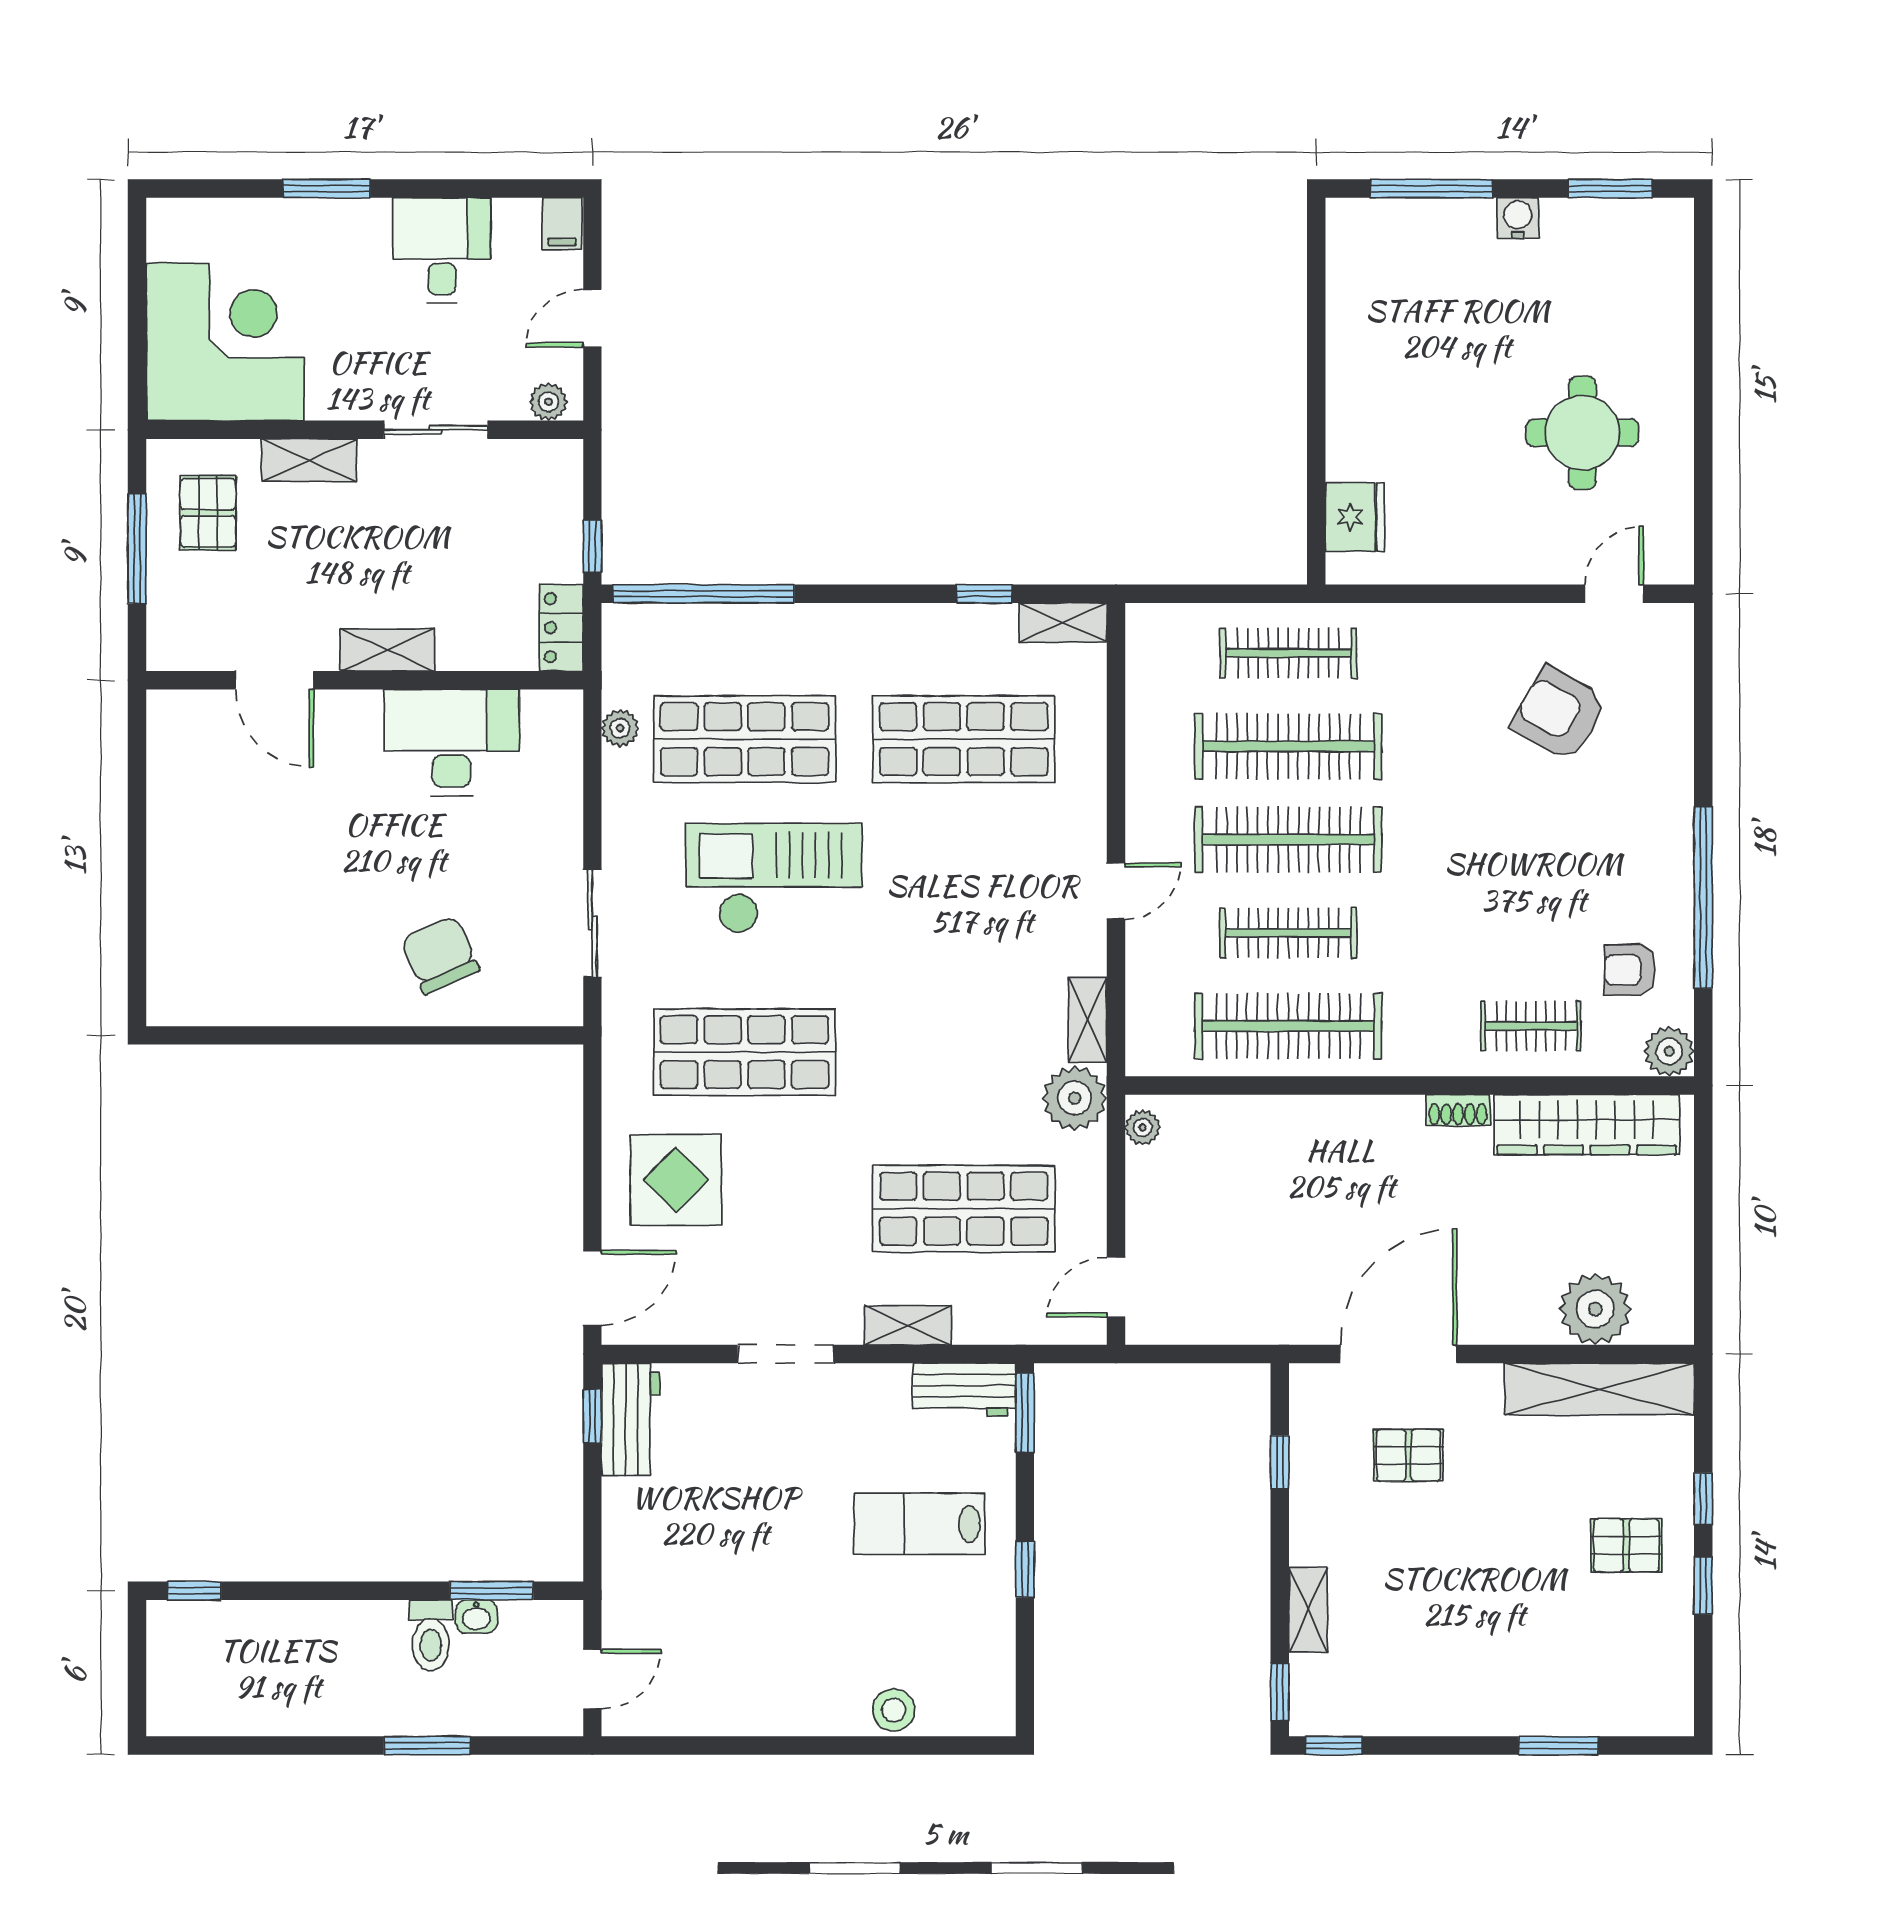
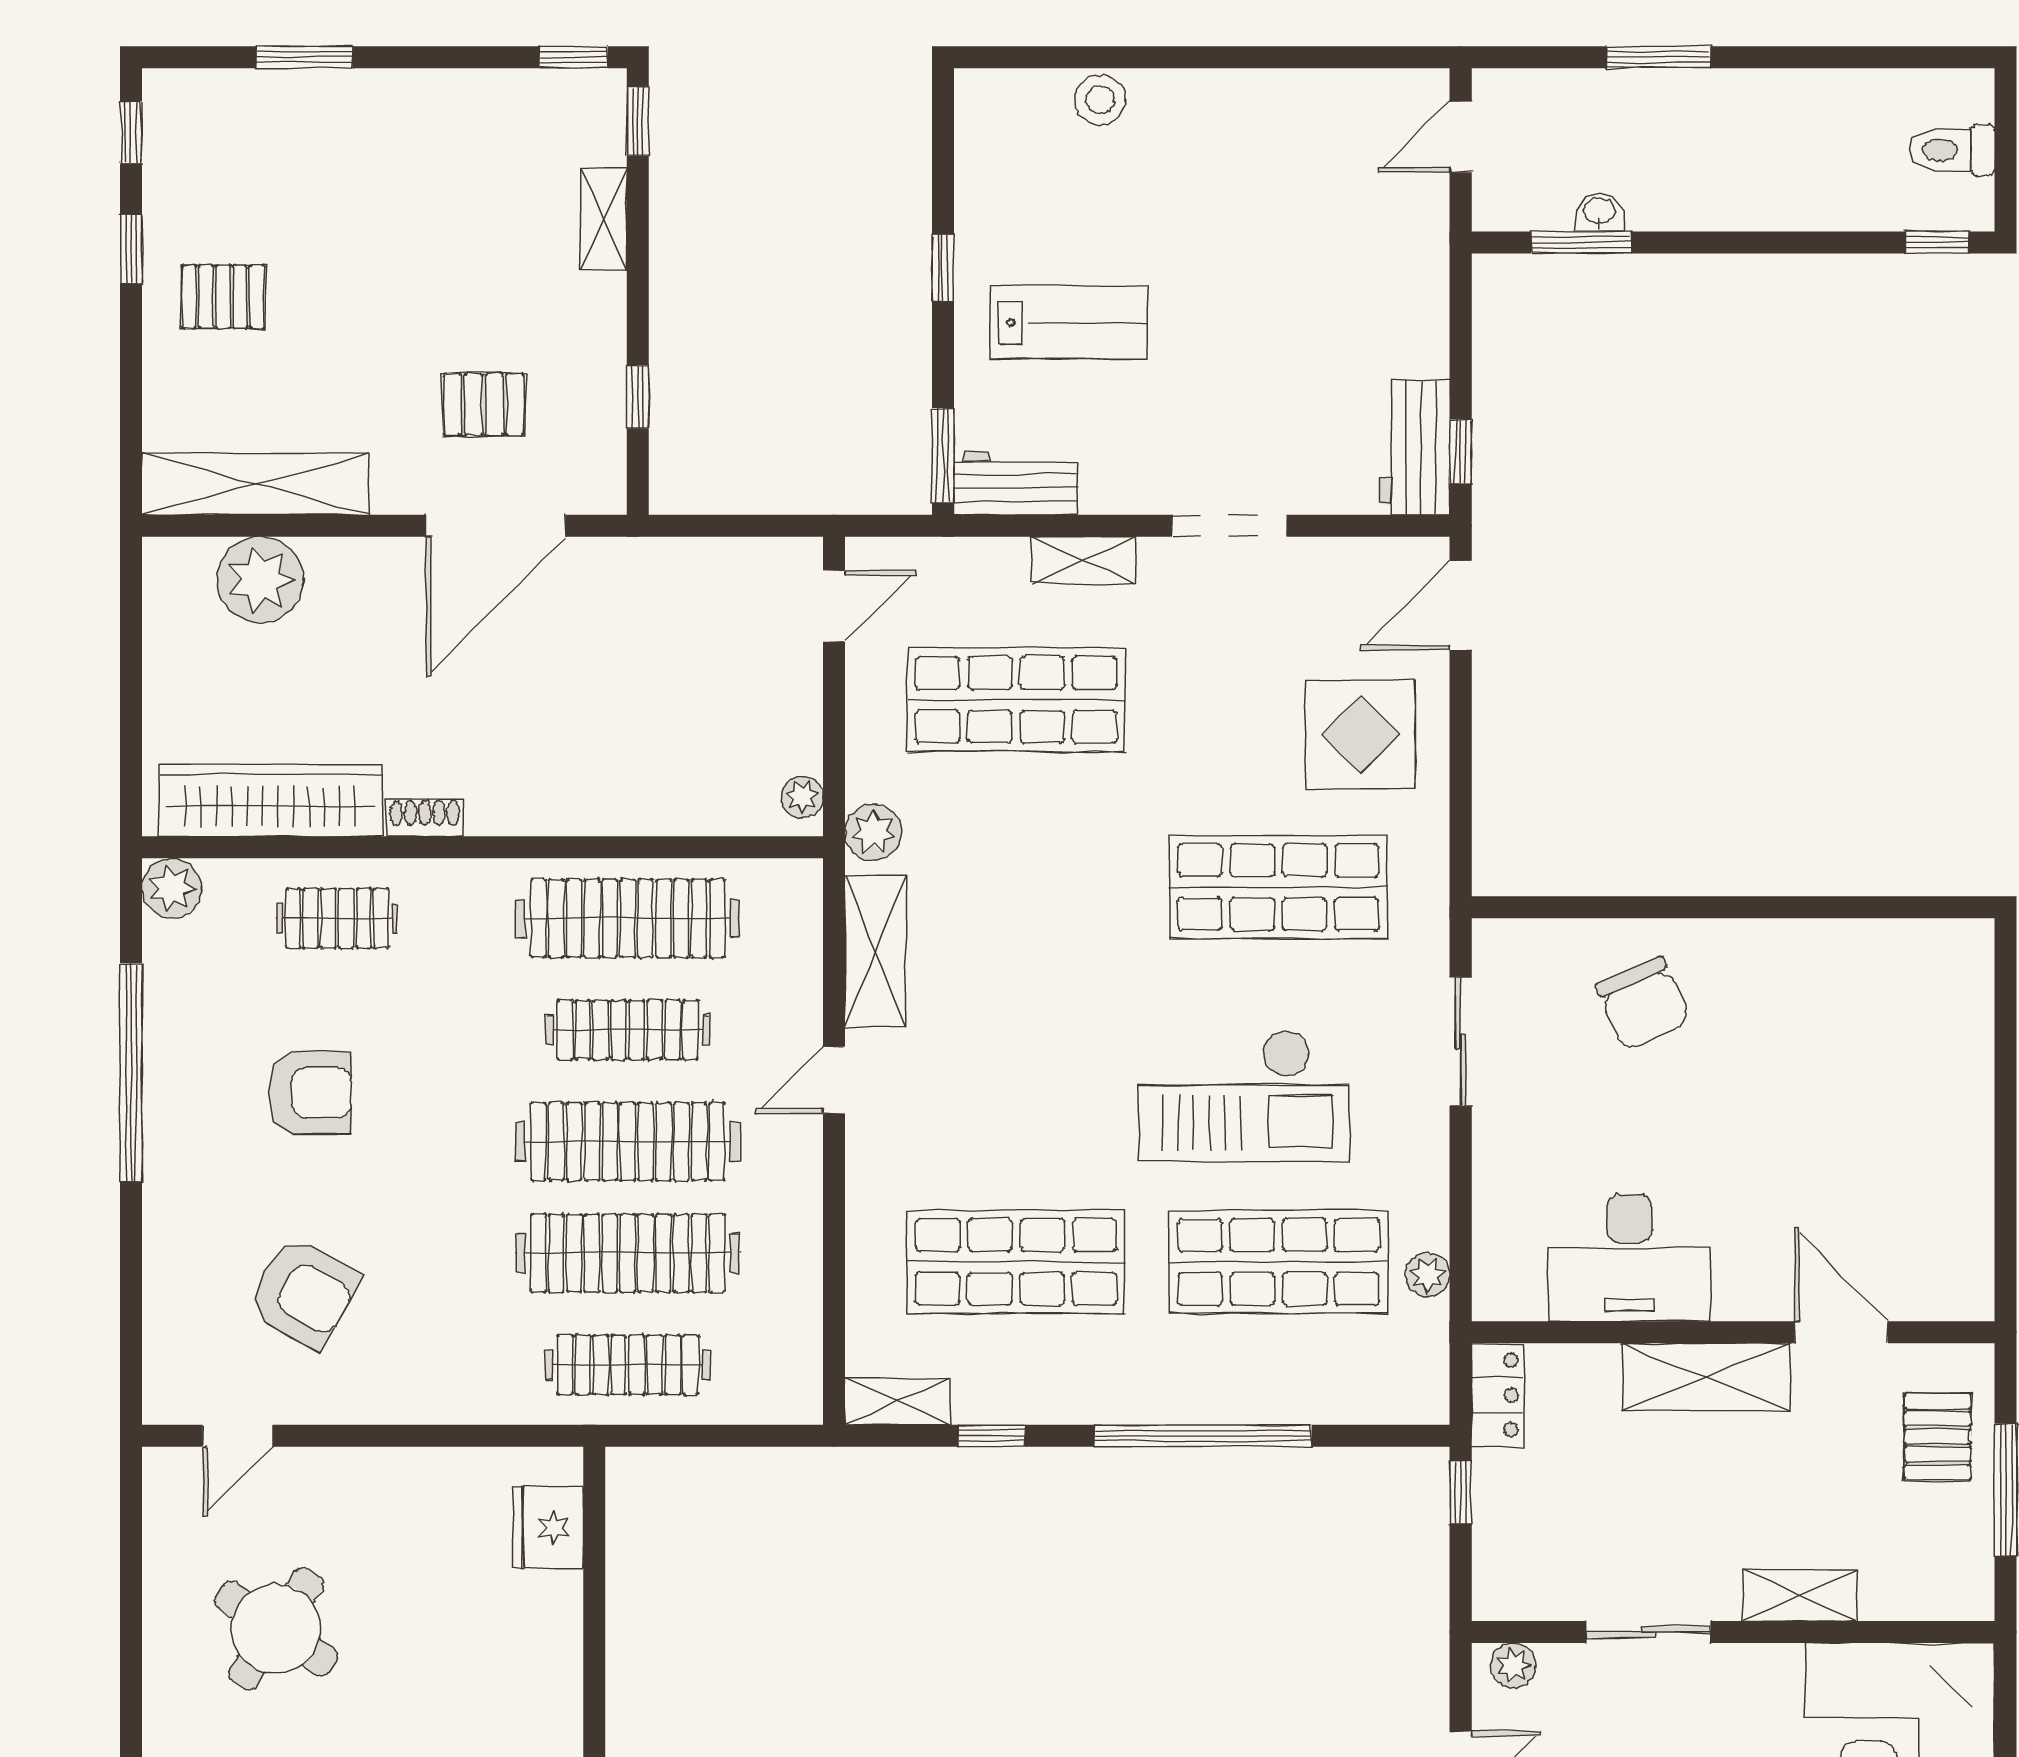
round table: (1582, 433) -> (276, 1629), turned 34
pallet: (208, 513) -> (1938, 1437), moved
window: (704, 594) -> (1203, 1436), moved
shelving: (387, 650) -> (1706, 1377), width x1.50, depth x1.33
armchair: (1630, 970) -> (310, 1093), moved, width x1.38, depth x1.38
shelving: (1088, 1020) -> (875, 951), width x1.50, depth x1.33
plant: (1075, 1098) -> (873, 832), width x0.73, depth x0.73
window: (1703, 1499) -> (131, 132), moved
toilet: (431, 1635) -> (1952, 150), moved, turned -90

